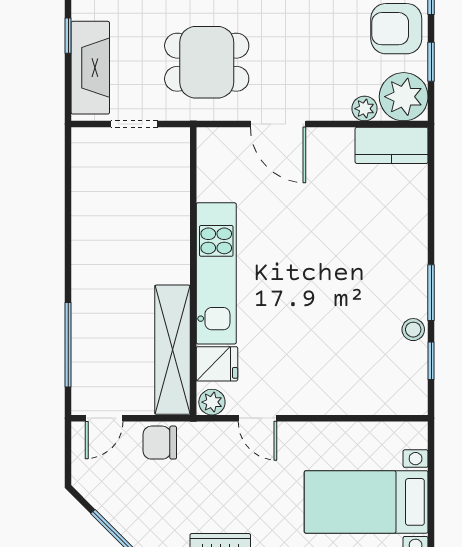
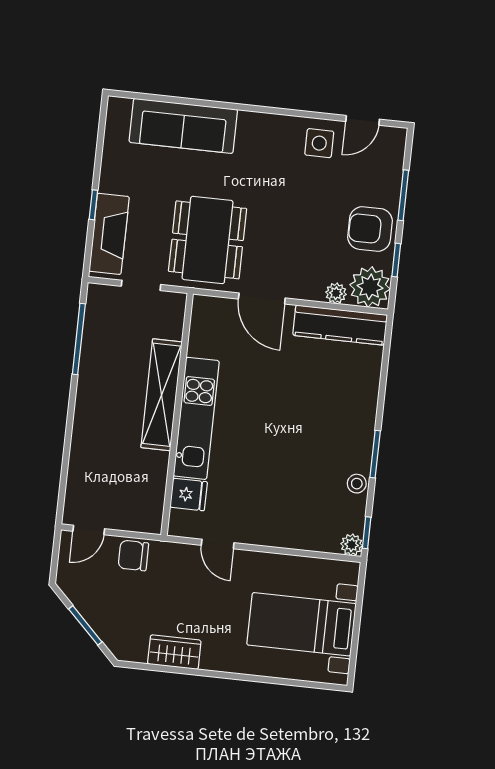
dining table: (207, 62) -> (208, 240), width x1.38
kitchen counter: (392, 145) -> (340, 325), width x1.50
window: (68, 345) -> (79, 339), moved
shelving: (172, 350) -> (162, 395), moved
window: (431, 361) -> (367, 533), moved
plant: (212, 402) -> (352, 545), moved

